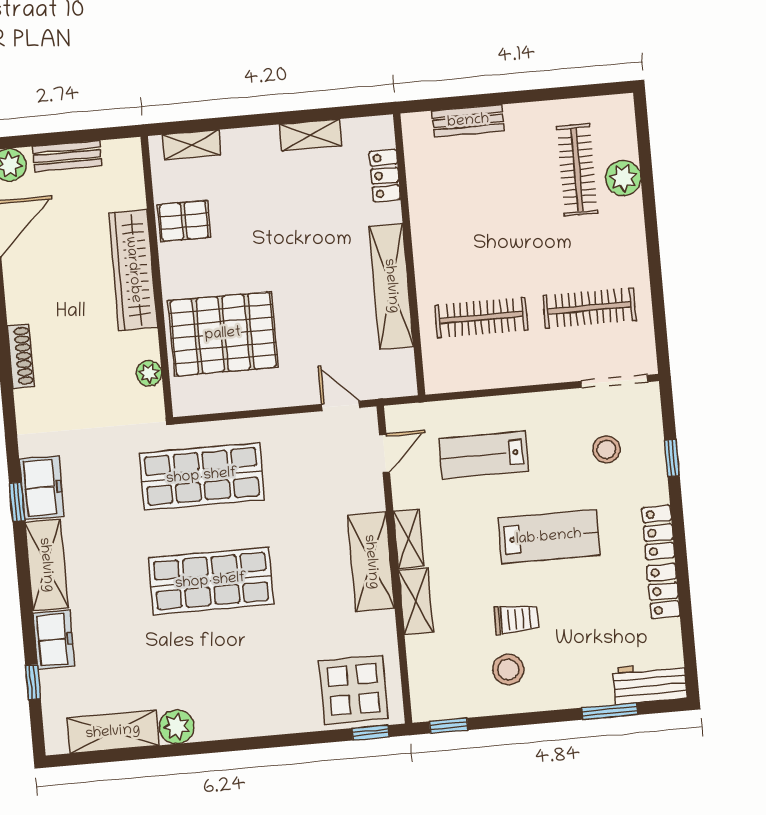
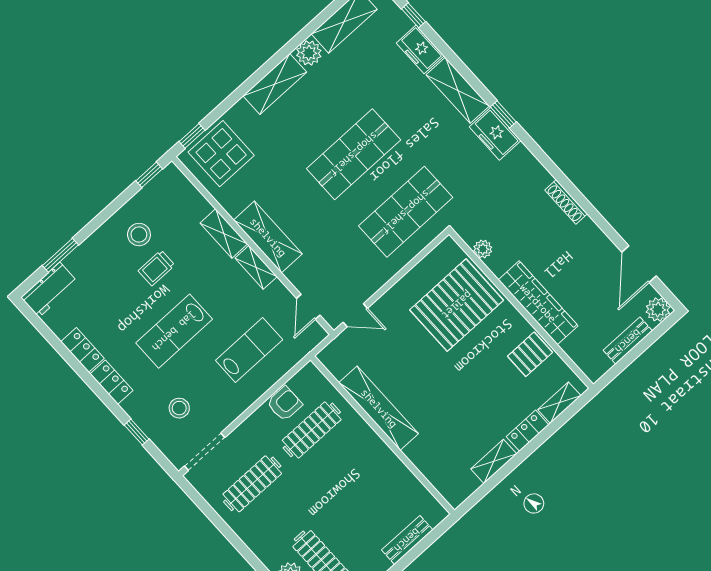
locker: (385, 176) -> (528, 431), moved, turned -90
armchair: (489, 368) -> (284, 404), added
shelving: (239, 721) -> (275, 84), added

